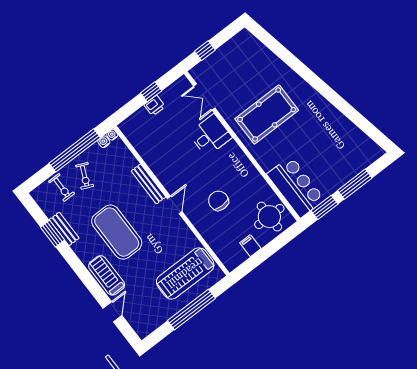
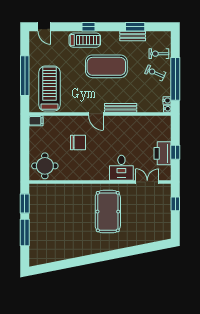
printer: (155, 106) -> (162, 153), width x1.87, depth x1.48
bar counter: (296, 187) -> (51, 196), removed
filing cabinet: (250, 246) -> (36, 121), moved
window: (90, 282) -> (89, 27), added
door: (112, 312) -> (44, 27), moved

